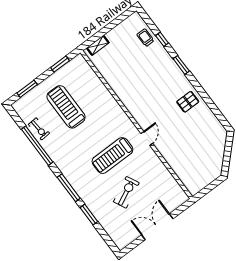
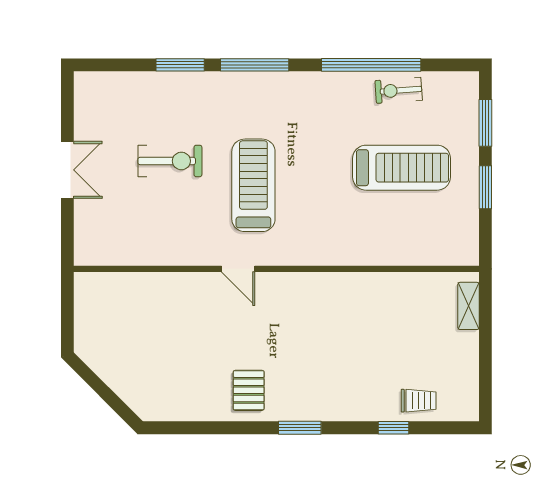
window: (60, 64) -> (485, 187), moved
window: (181, 65) -> (300, 428), moved
exercise bike: (126, 192) -> (170, 161), turned -64
double door: (157, 227) -> (67, 170), width x0.73

